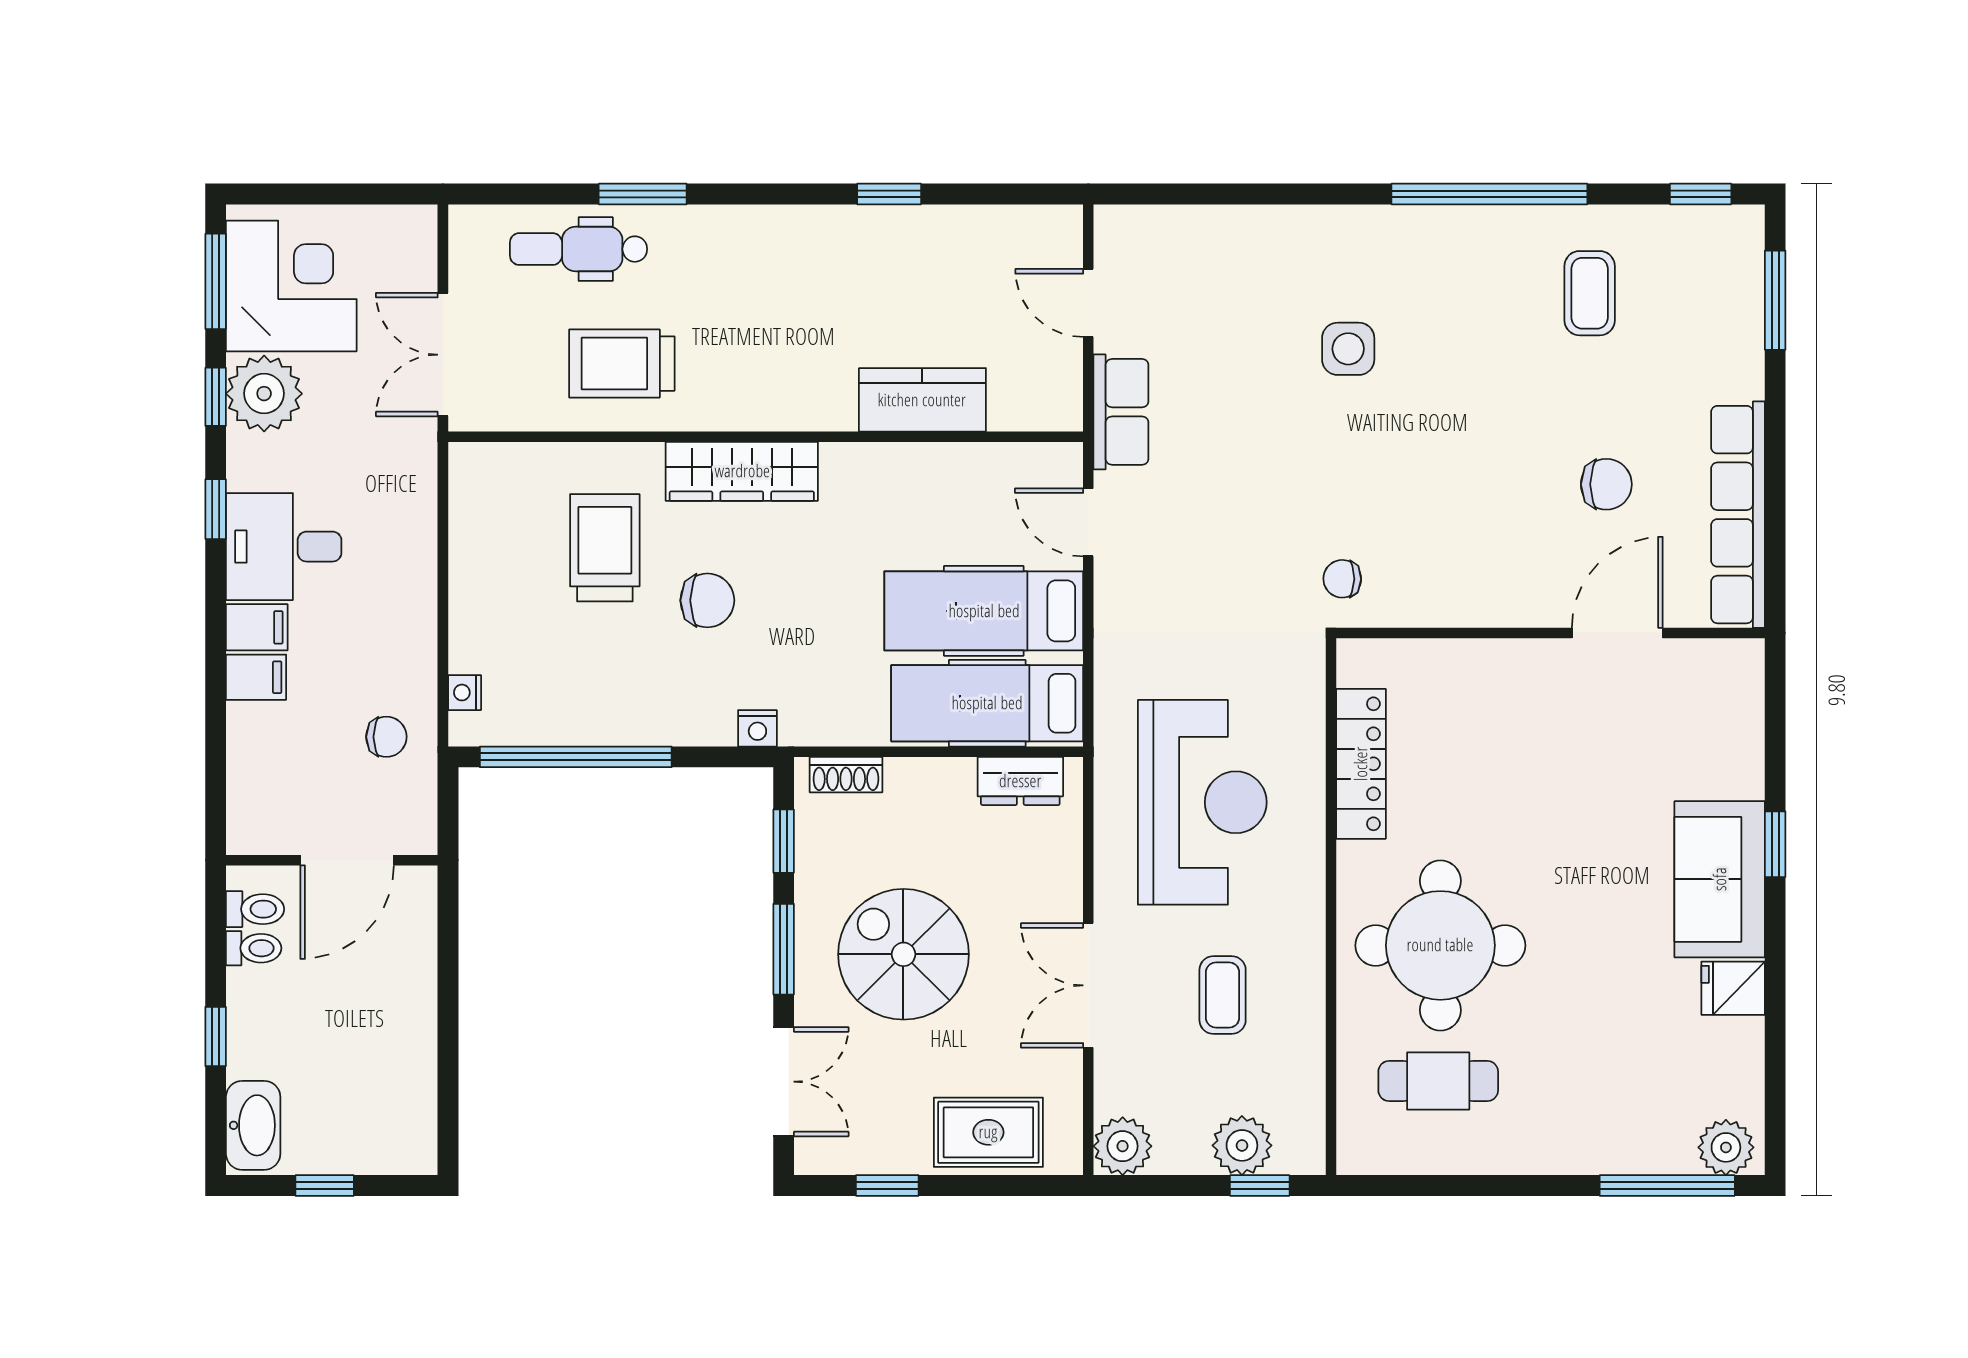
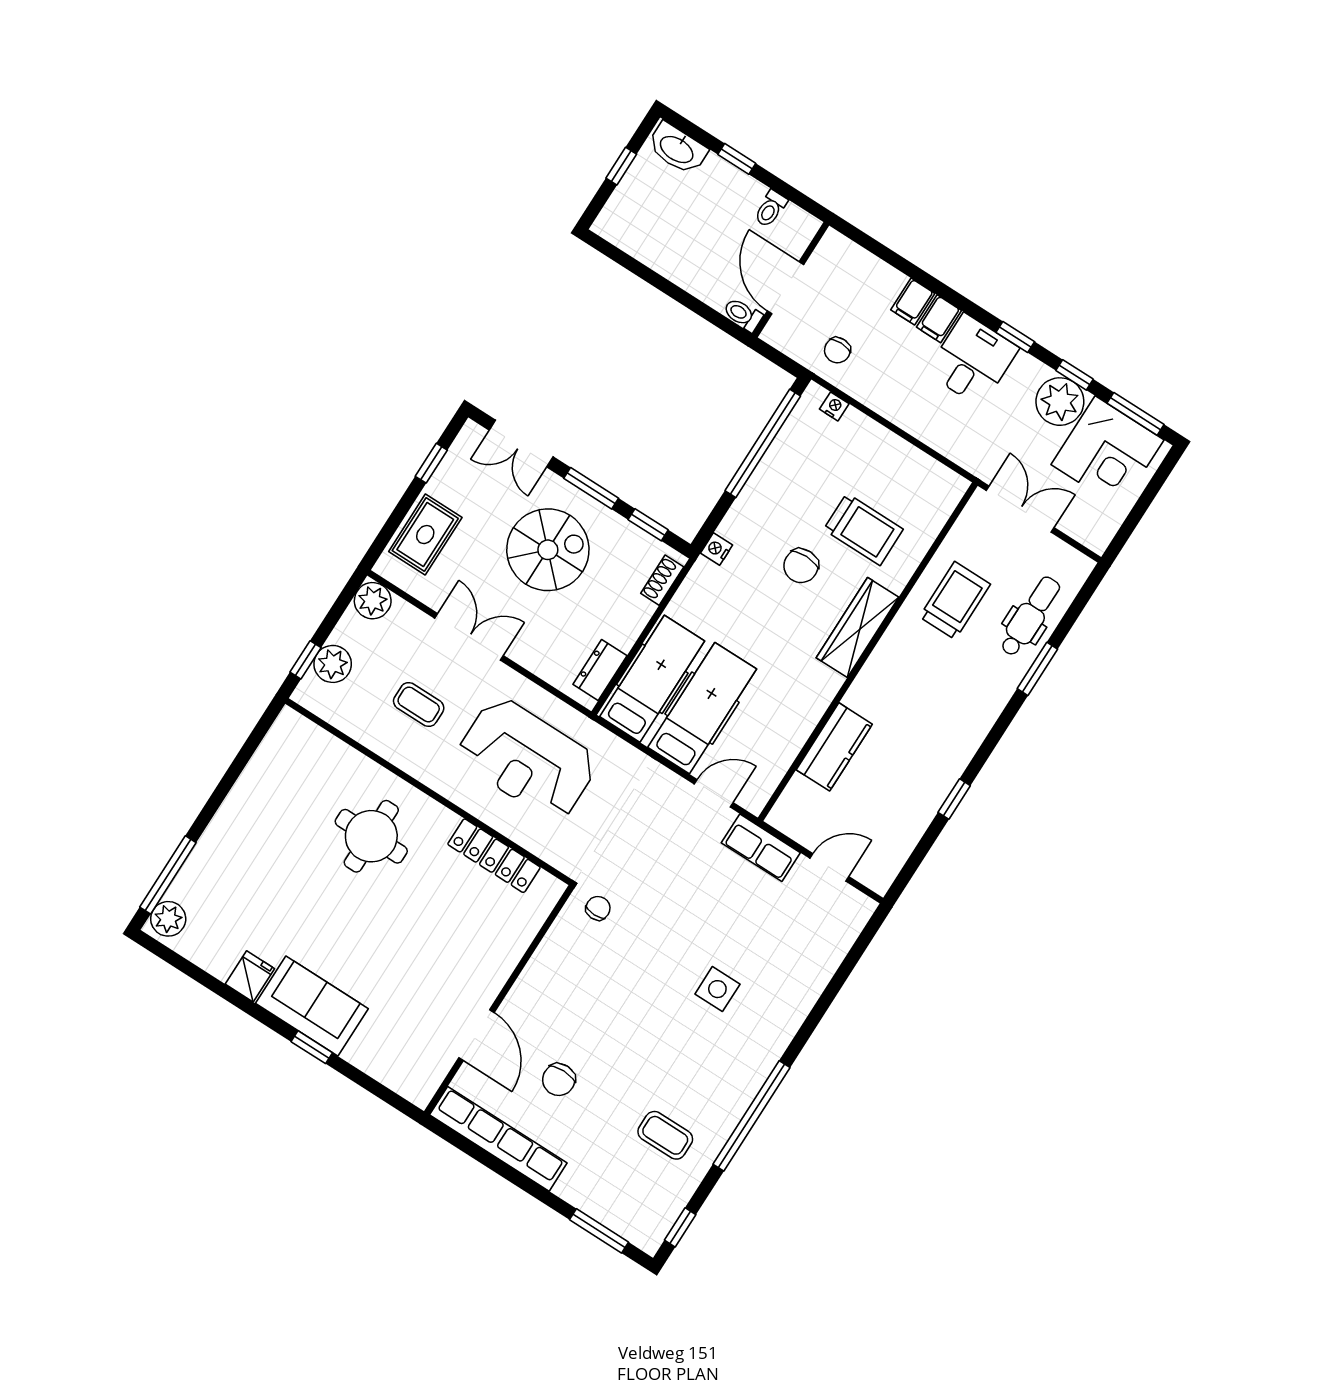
toilet: (255, 909) -> (743, 315), moved, turned 90
round table: (1440, 945) -> (371, 836), width x0.73, depth x0.73
cafe table: (1438, 1081) -> (300, 789), removed

